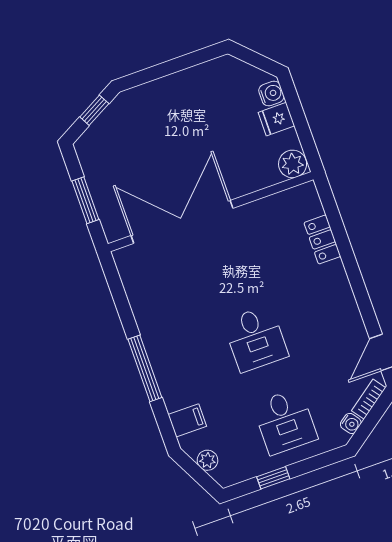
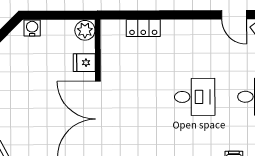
fridge: (276, 119) -> (84, 63), moved, turned 90

